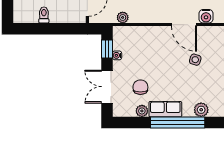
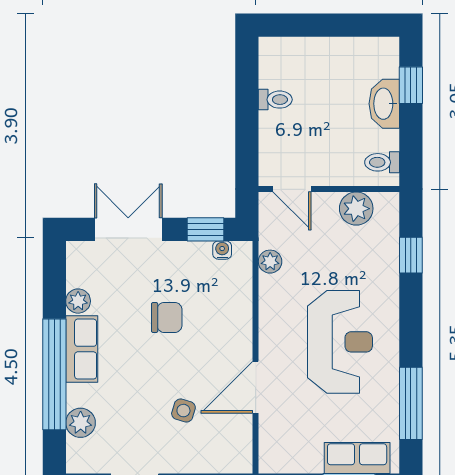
water cooler: (206, 16) -> (273, 433), removed
water cooler: (117, 55) -> (222, 250), moved
chair: (140, 87) -> (167, 317), moved

